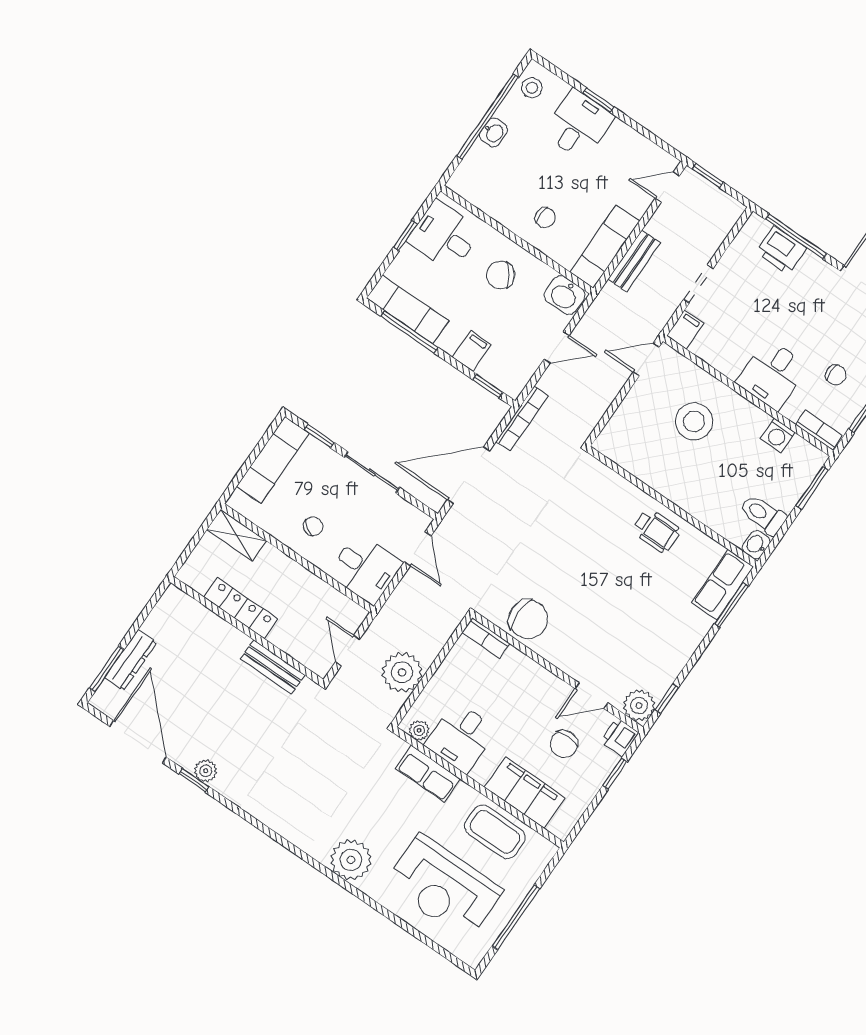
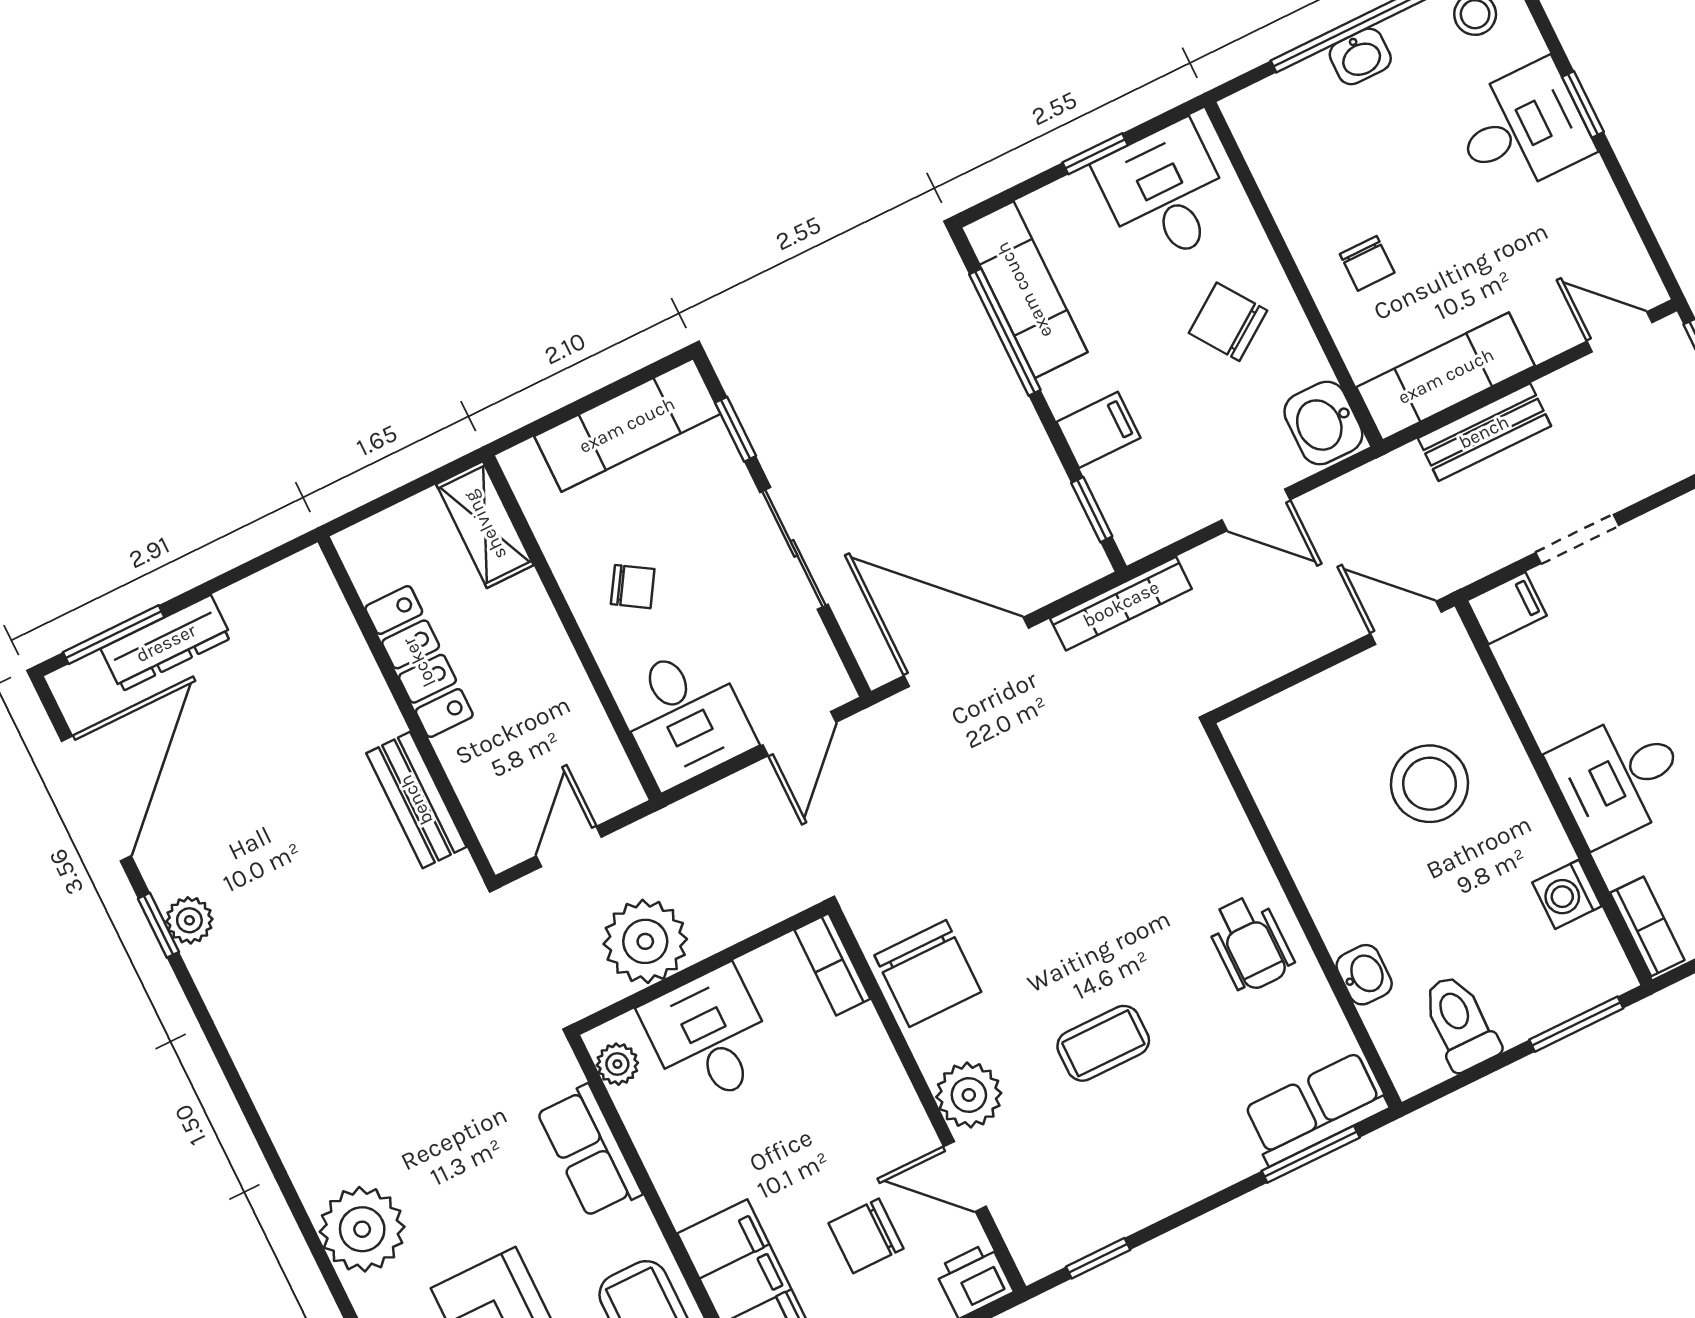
washbasin: (756, 545) -> (1364, 975), moved, turned 90
coffee table: (618, 607) -> (1103, 1043), added
plant: (639, 705) -> (969, 1095), moved
desk: (461, 737) -> (709, 1037), moved, turned 90

